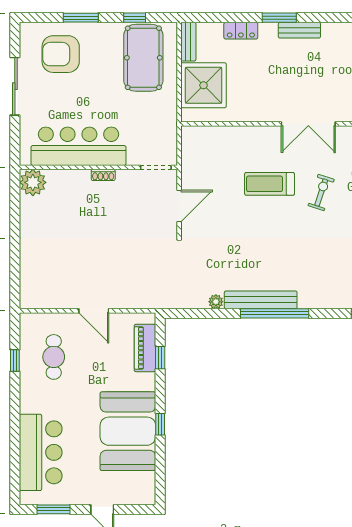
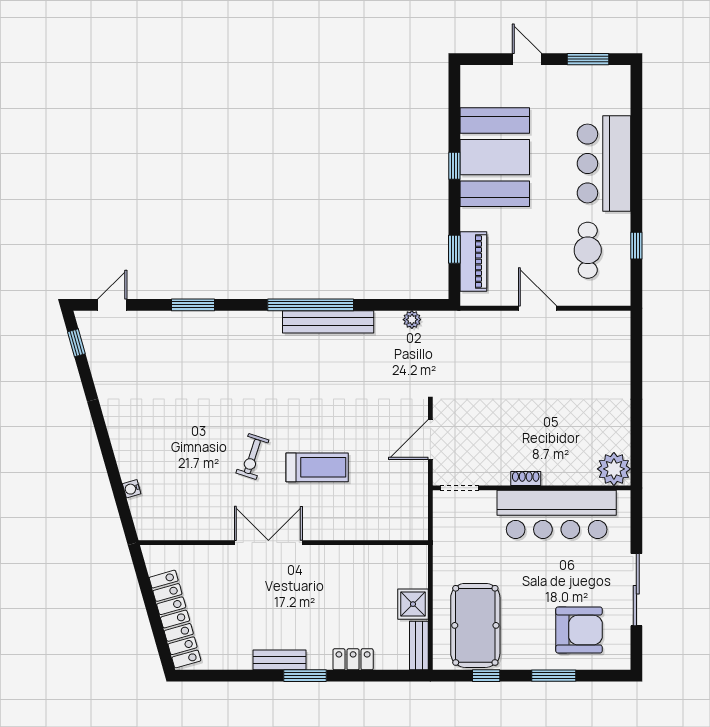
shower: (204, 85) -> (413, 604), width x0.54, depth x0.54
plant: (216, 302) -> (412, 320), moved
bar counter: (41, 452) -> (604, 164), moved

